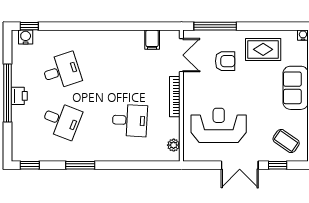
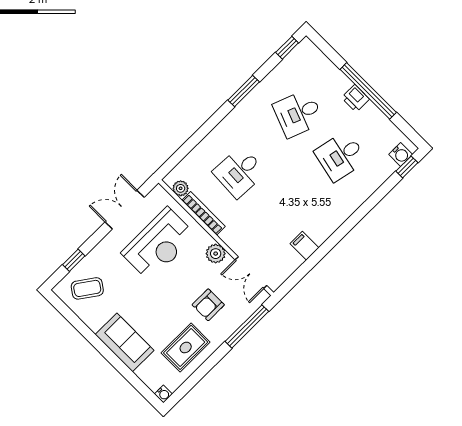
filing cabinet: (152, 40) -> (304, 246), moved
desk: (61, 71) -> (341, 156), turned 30
plant: (191, 87) -> (216, 254), added
bookcase: (175, 97) -> (203, 213), moved
double door: (240, 165) -> (125, 210), moved

